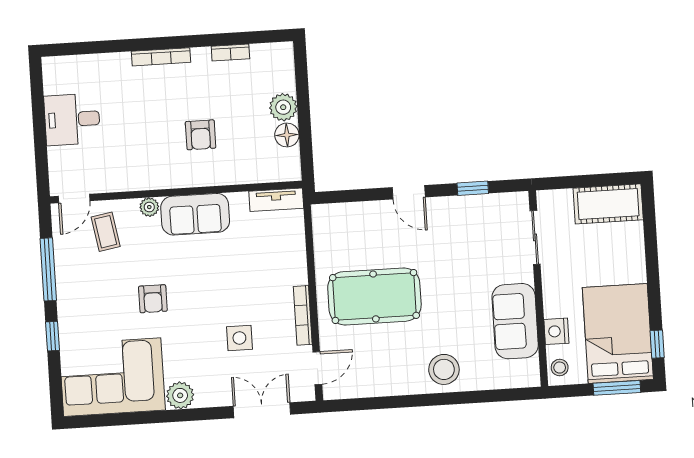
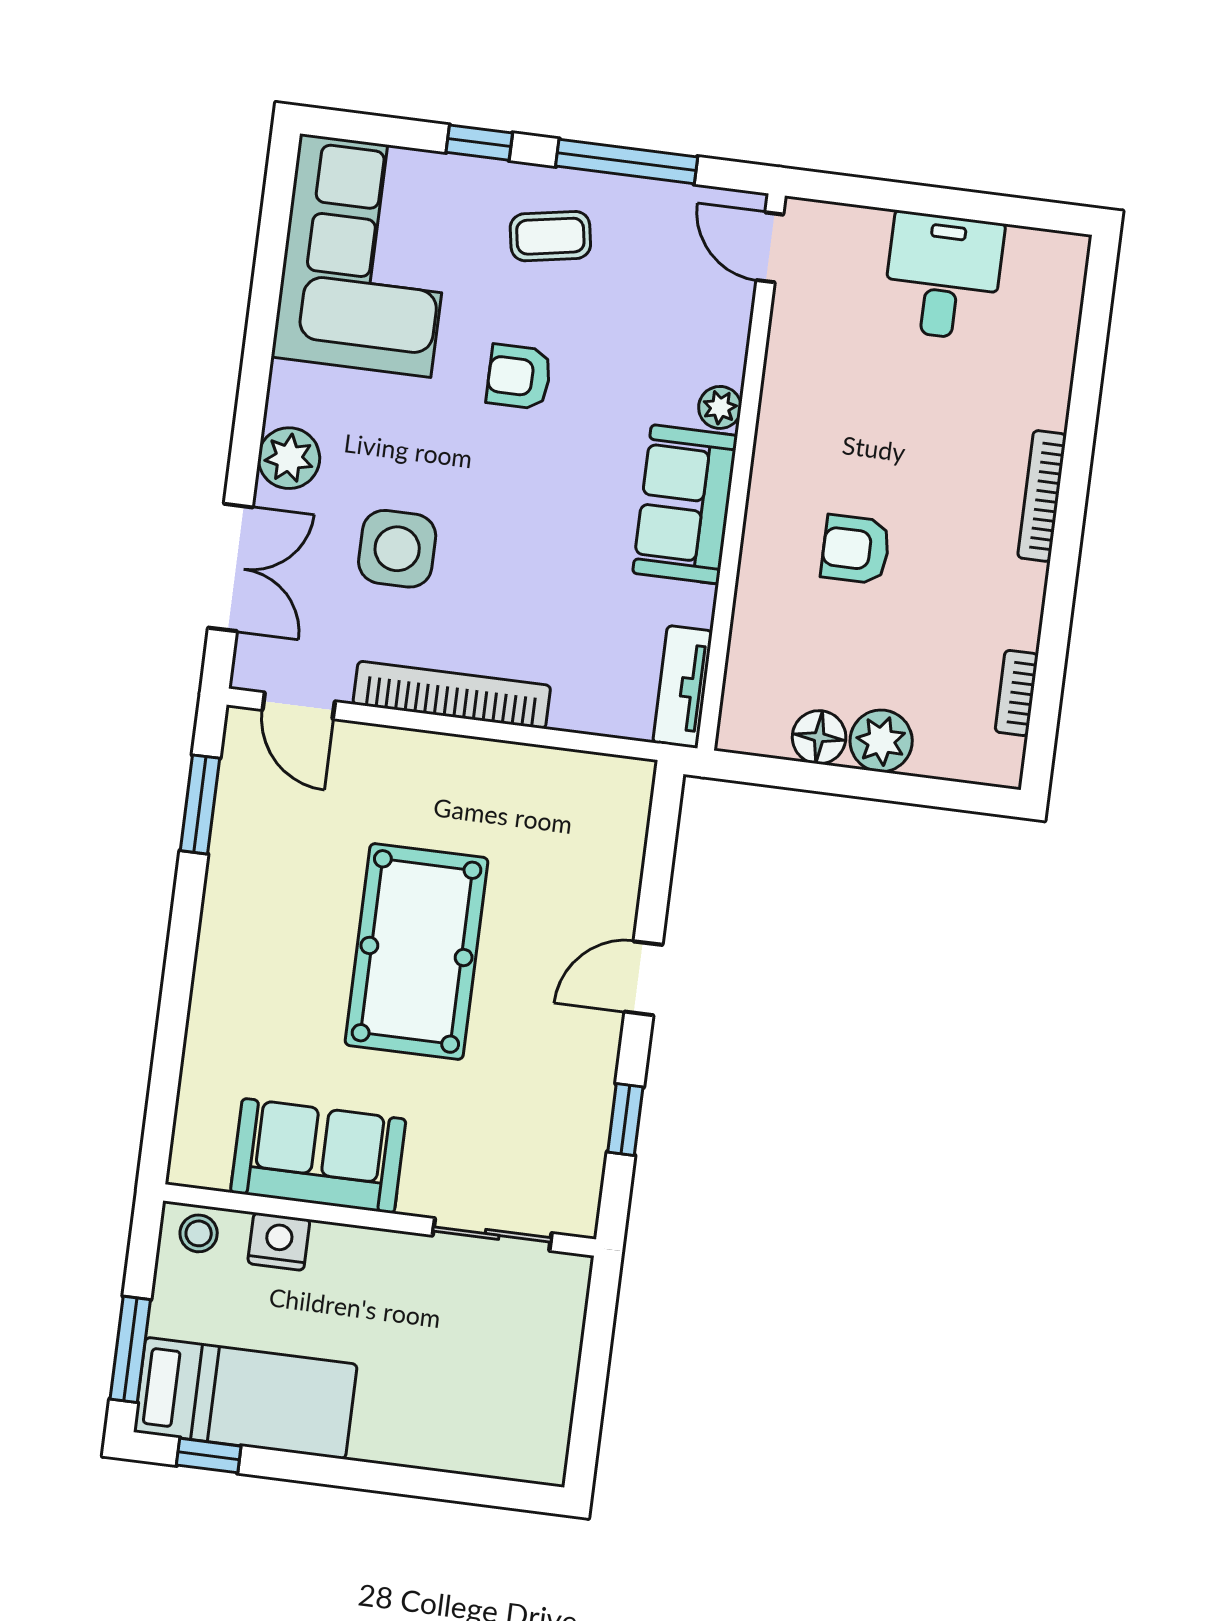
bookcase: (230, 53) -> (1017, 693), moved
cot: (608, 204) -> (534, 1408), removed
coffee table: (106, 232) -> (550, 236), moved
pool table: (374, 296) -> (417, 951), moved
bookcase: (303, 315) -> (452, 695), width x1.48, depth x1.31
bed: (618, 333) -> (245, 1398), width x0.67
side table: (239, 338) -> (397, 549), width x1.37, depth x1.37
stool: (444, 369) -> (243, 981), removed
plant: (180, 395) -> (289, 458), moved
window: (369, 403) -> (200, 804), added

